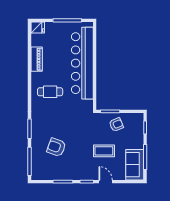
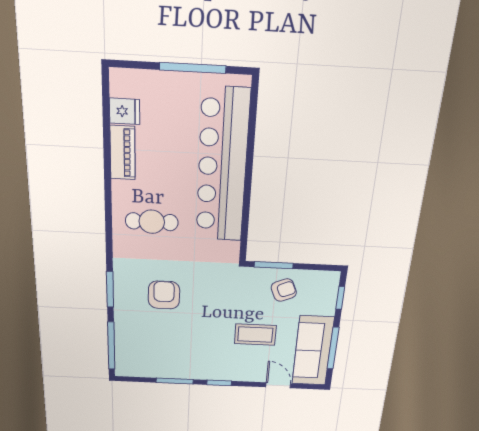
fridge: (38, 28) -> (125, 111), moved
armchair: (56, 147) -> (164, 295), moved, turned 70
sofa: (135, 165) -> (313, 351), width x1.36
door: (106, 182) -> (278, 385), moved

